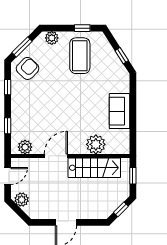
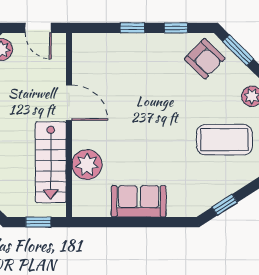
window: (8, 126) -> (132, 28), moved
plant: (25, 147) -> (83, 55), removed

